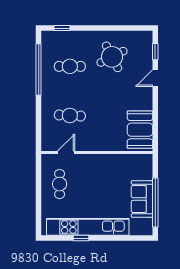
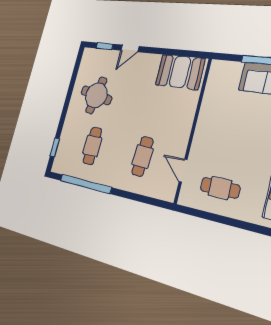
round table: (112, 57) -> (96, 95), turned 38
door: (155, 78) -> (130, 48), hinge flipped

